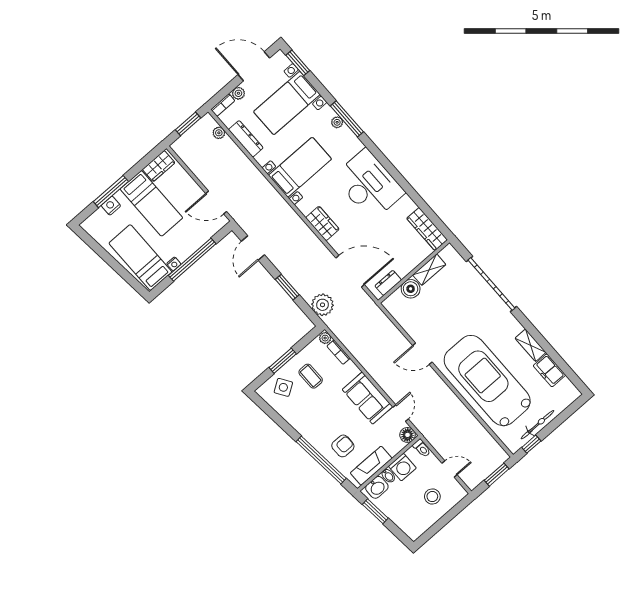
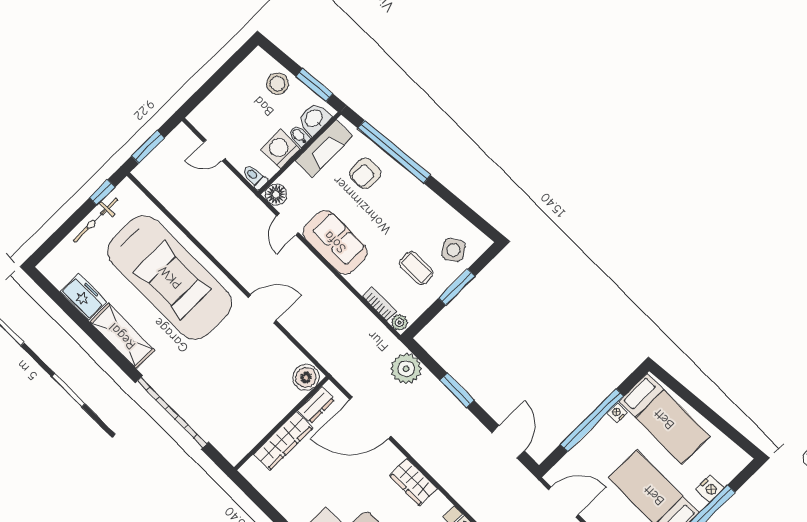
wardrobe: (427, 229) -> (283, 441), moved, turned 90
shelving: (429, 270) -> (260, 427), removed
boiler: (411, 289) -> (306, 377), moved
shelving: (530, 345) -> (122, 336), width x1.50, depth x1.33
stool: (432, 497) -> (278, 84), moved

